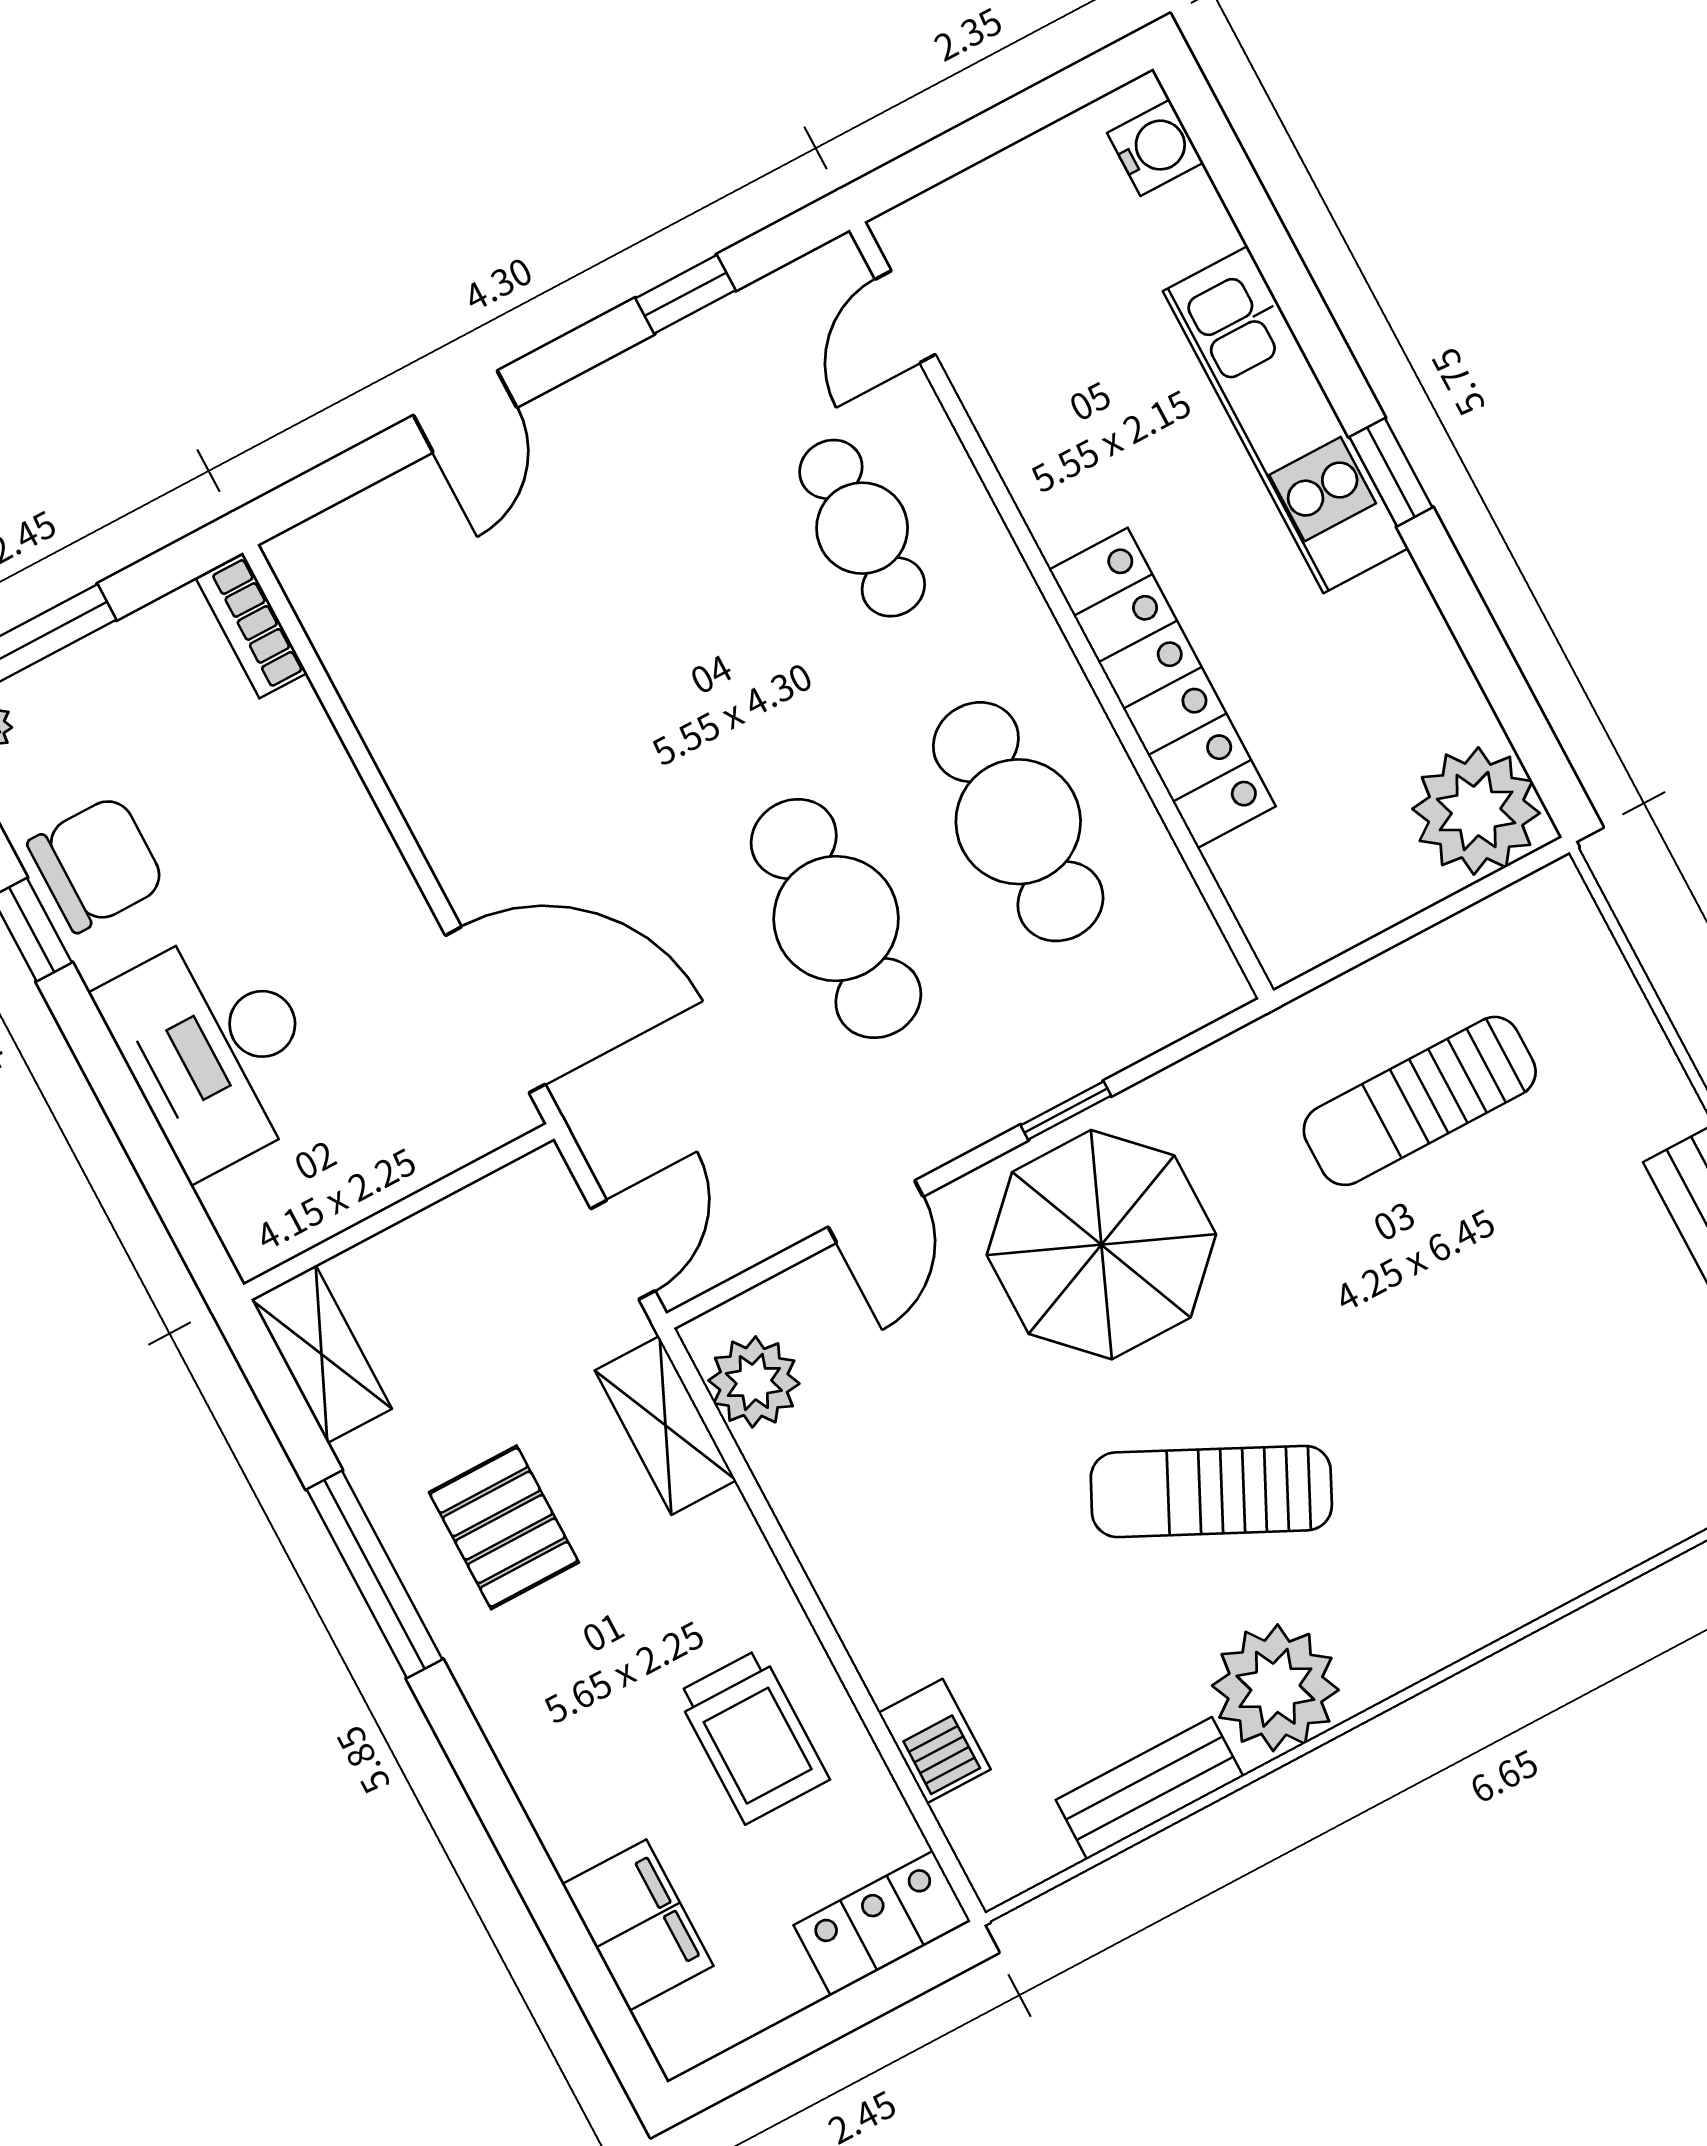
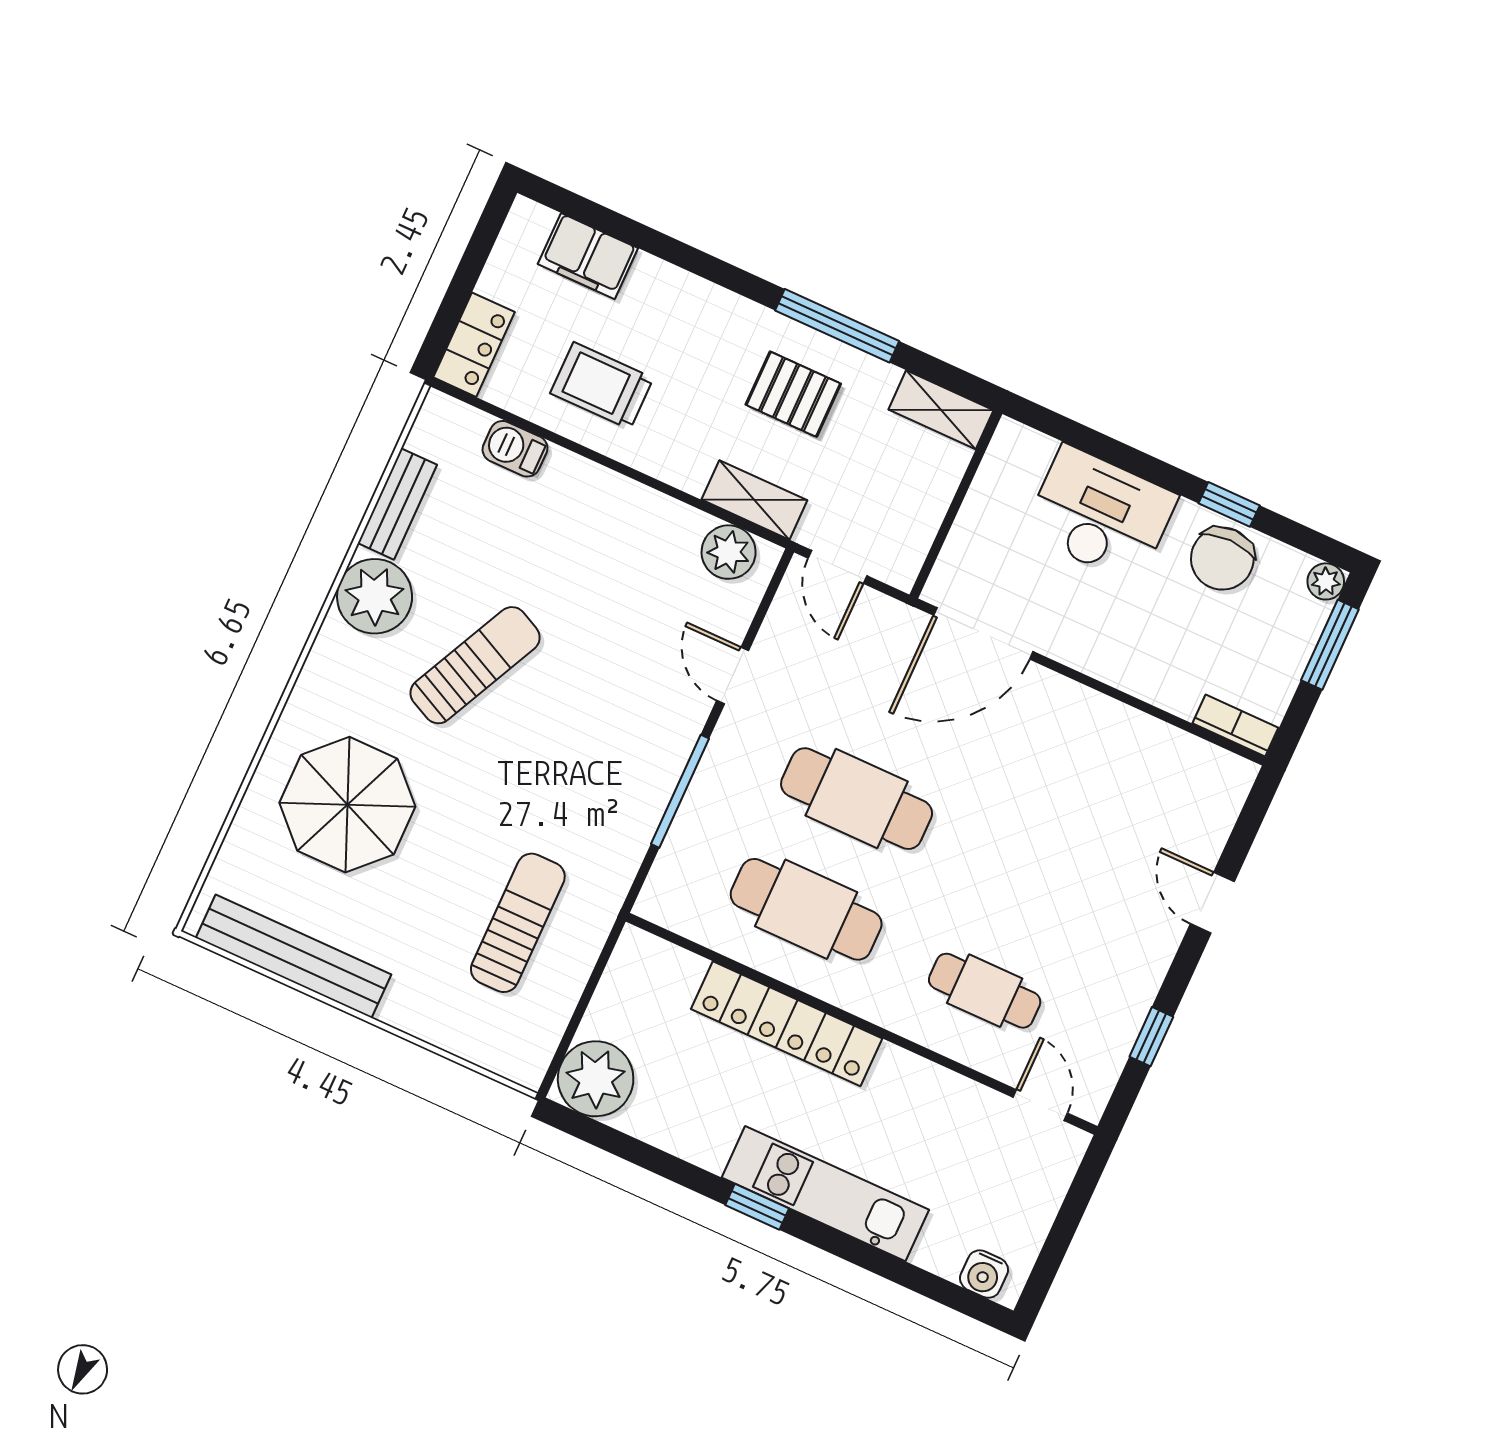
window: (1066, 1110) -> (680, 791), width x2.17
parasol: (1101, 1245) -> (347, 805), moved

